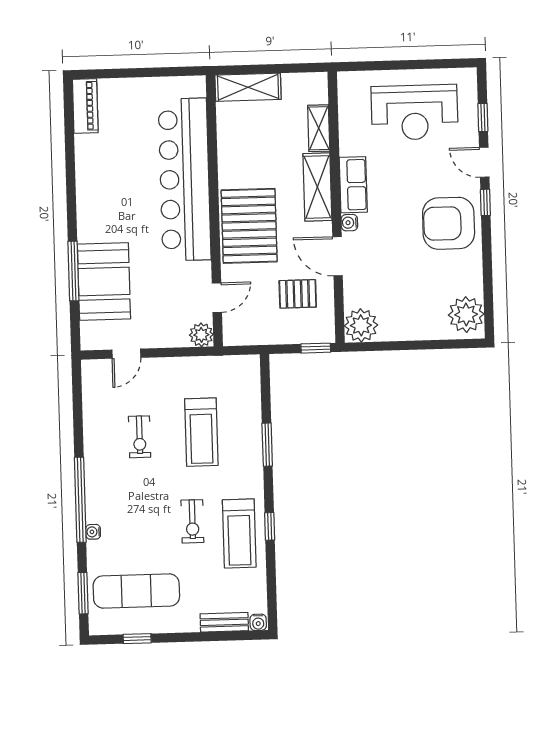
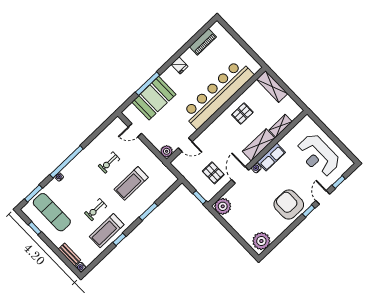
piano: (85, 106) -> (203, 42), moved
fridge: (90, 198) -> (179, 65), added
pallet: (249, 226) -> (242, 113), moved, width x0.49, depth x0.50

